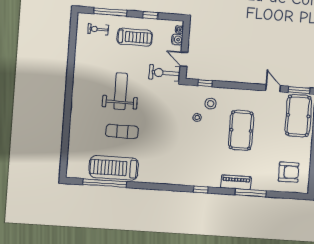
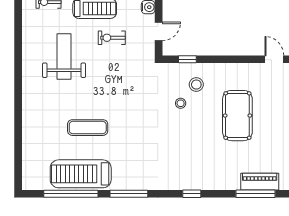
door: (184, 59) -> (159, 31), swing flipped
exercise bike: (164, 73) -> (112, 38), moved, width x0.73, depth x0.72
weight bench: (121, 91) -> (64, 56), moved
piano: (236, 182) -> (260, 182), moved
window: (151, 186) -> (129, 194), added

